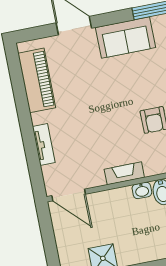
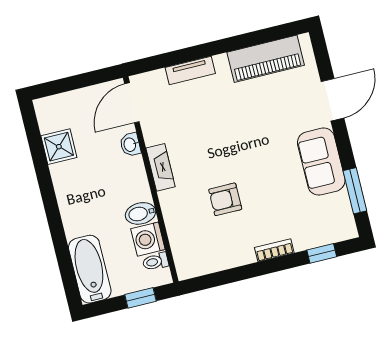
washbasin: (142, 190) -> (130, 145), moved

